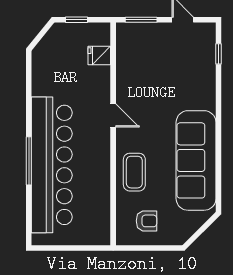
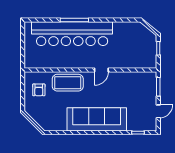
fridge: (99, 55) -> (137, 62), removed
sofa: (196, 160) -> (97, 119), moved
coffee table: (134, 172) -> (68, 83), width x1.36, depth x1.32

